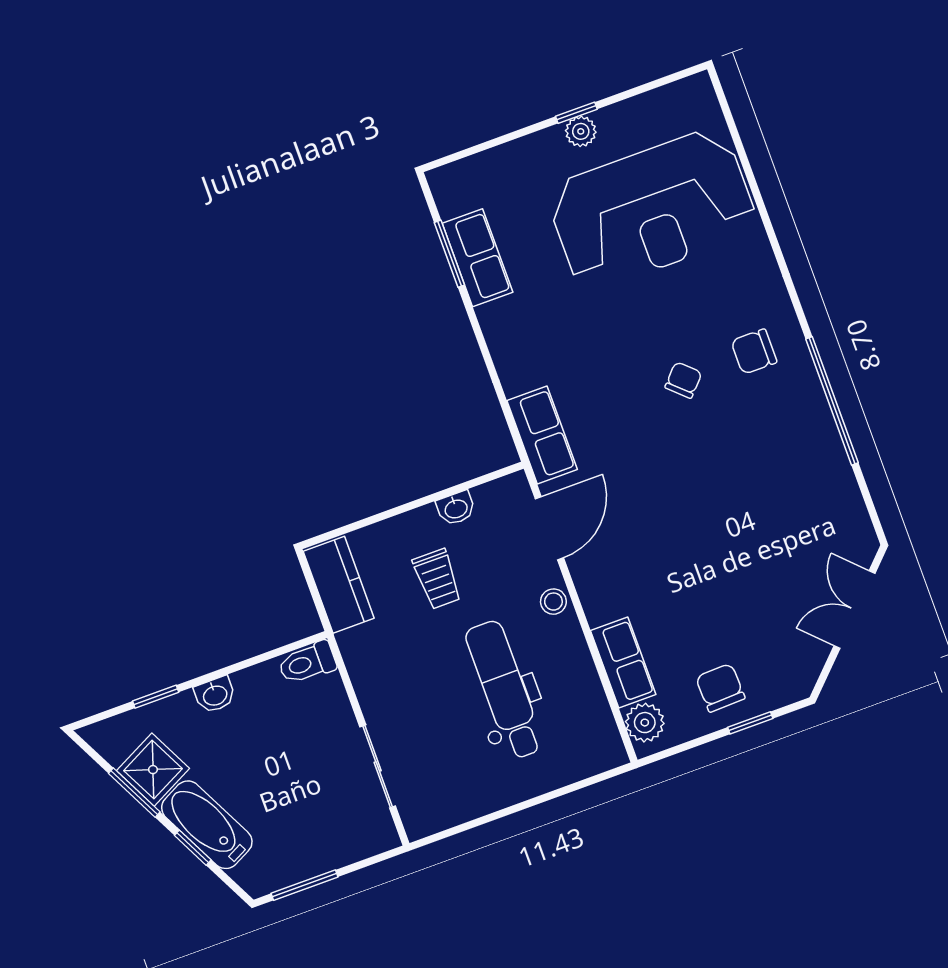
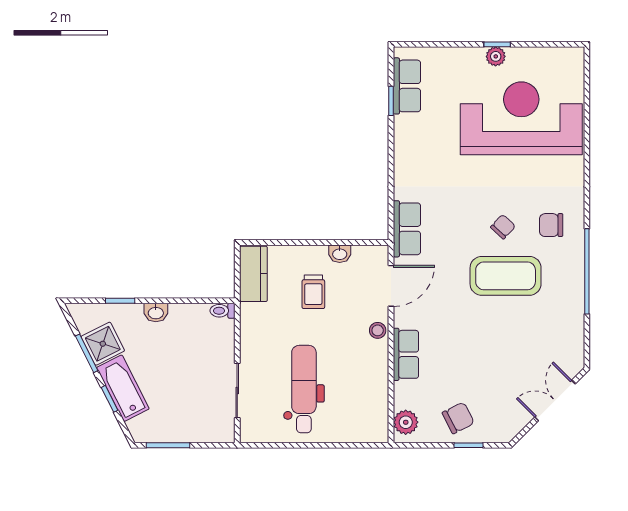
reception desk: (652, 209) -> (521, 118), turned 180
window: (449, 254) -> (391, 101), width x0.67
row of seats: (478, 258) -> (407, 86), moved
coffee table: (714, 452) -> (506, 276), added
row of seats: (623, 662) -> (406, 354), moved
toilet: (307, 663) -> (223, 311), width x0.73, depth x0.72
chair: (720, 688) -> (458, 418), turned 65
dental chair: (504, 690) -> (304, 389), moved

